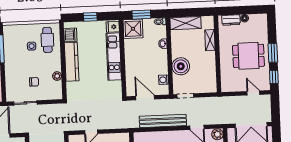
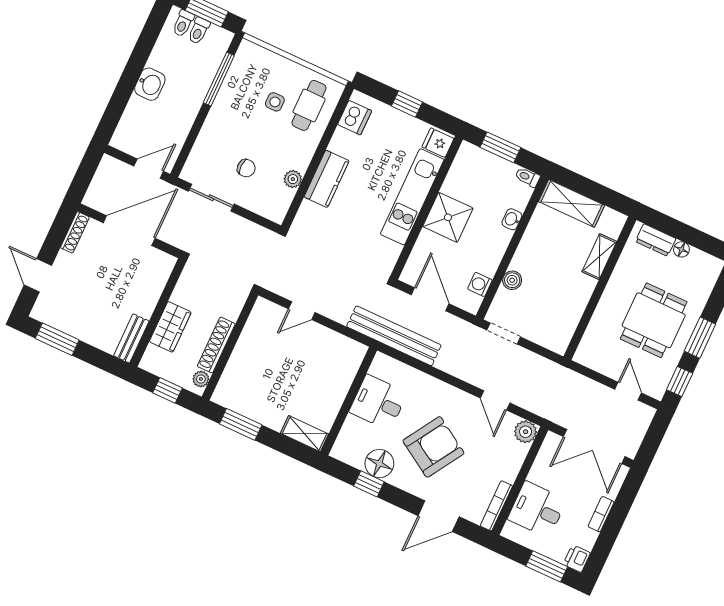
shower: (133, 29) -> (448, 217), moved
dining table: (248, 56) -> (654, 320), turned 90
kitchen counter: (72, 62) -> (327, 179), width x0.67
boiler: (181, 66) -> (512, 280), width x0.54, depth x0.54
bench: (163, 121) -> (394, 336), moved

